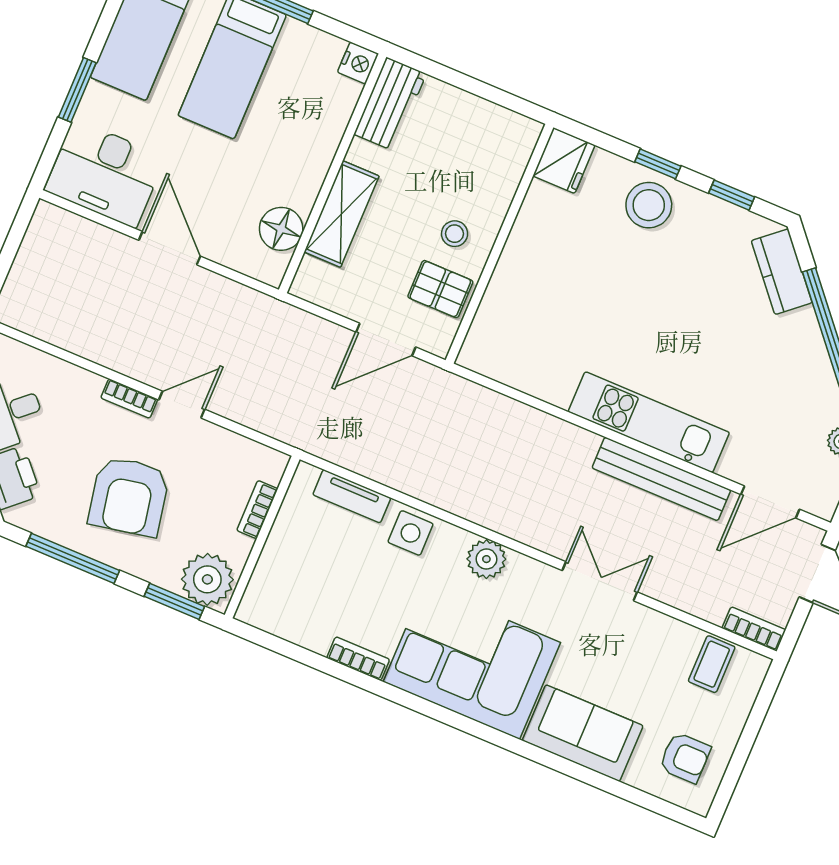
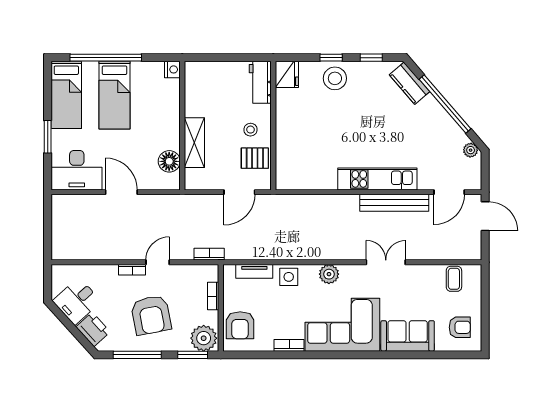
workbench: (390, 104) -> (260, 82), moved, turned 180
armchair: (284, 584) -> (240, 325), added
bookcase: (754, 629) -> (209, 254), moved

